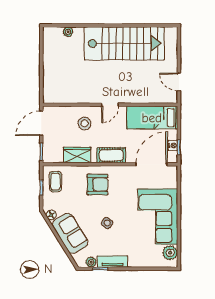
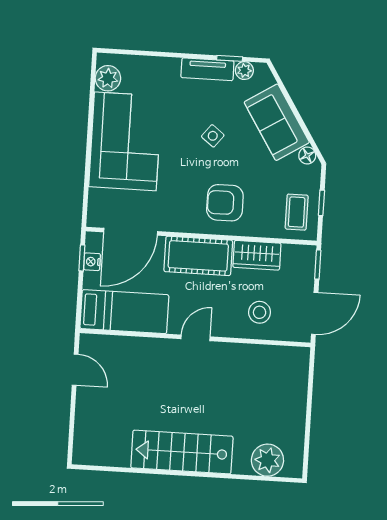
plant: (68, 32) -> (267, 460), width x1.87, depth x1.87
stairs: (124, 43) -> (182, 452), width x0.73, depth x0.66
stool: (84, 123) -> (260, 312), moved
cot: (111, 155) -> (198, 256), width x1.37, depth x1.34

